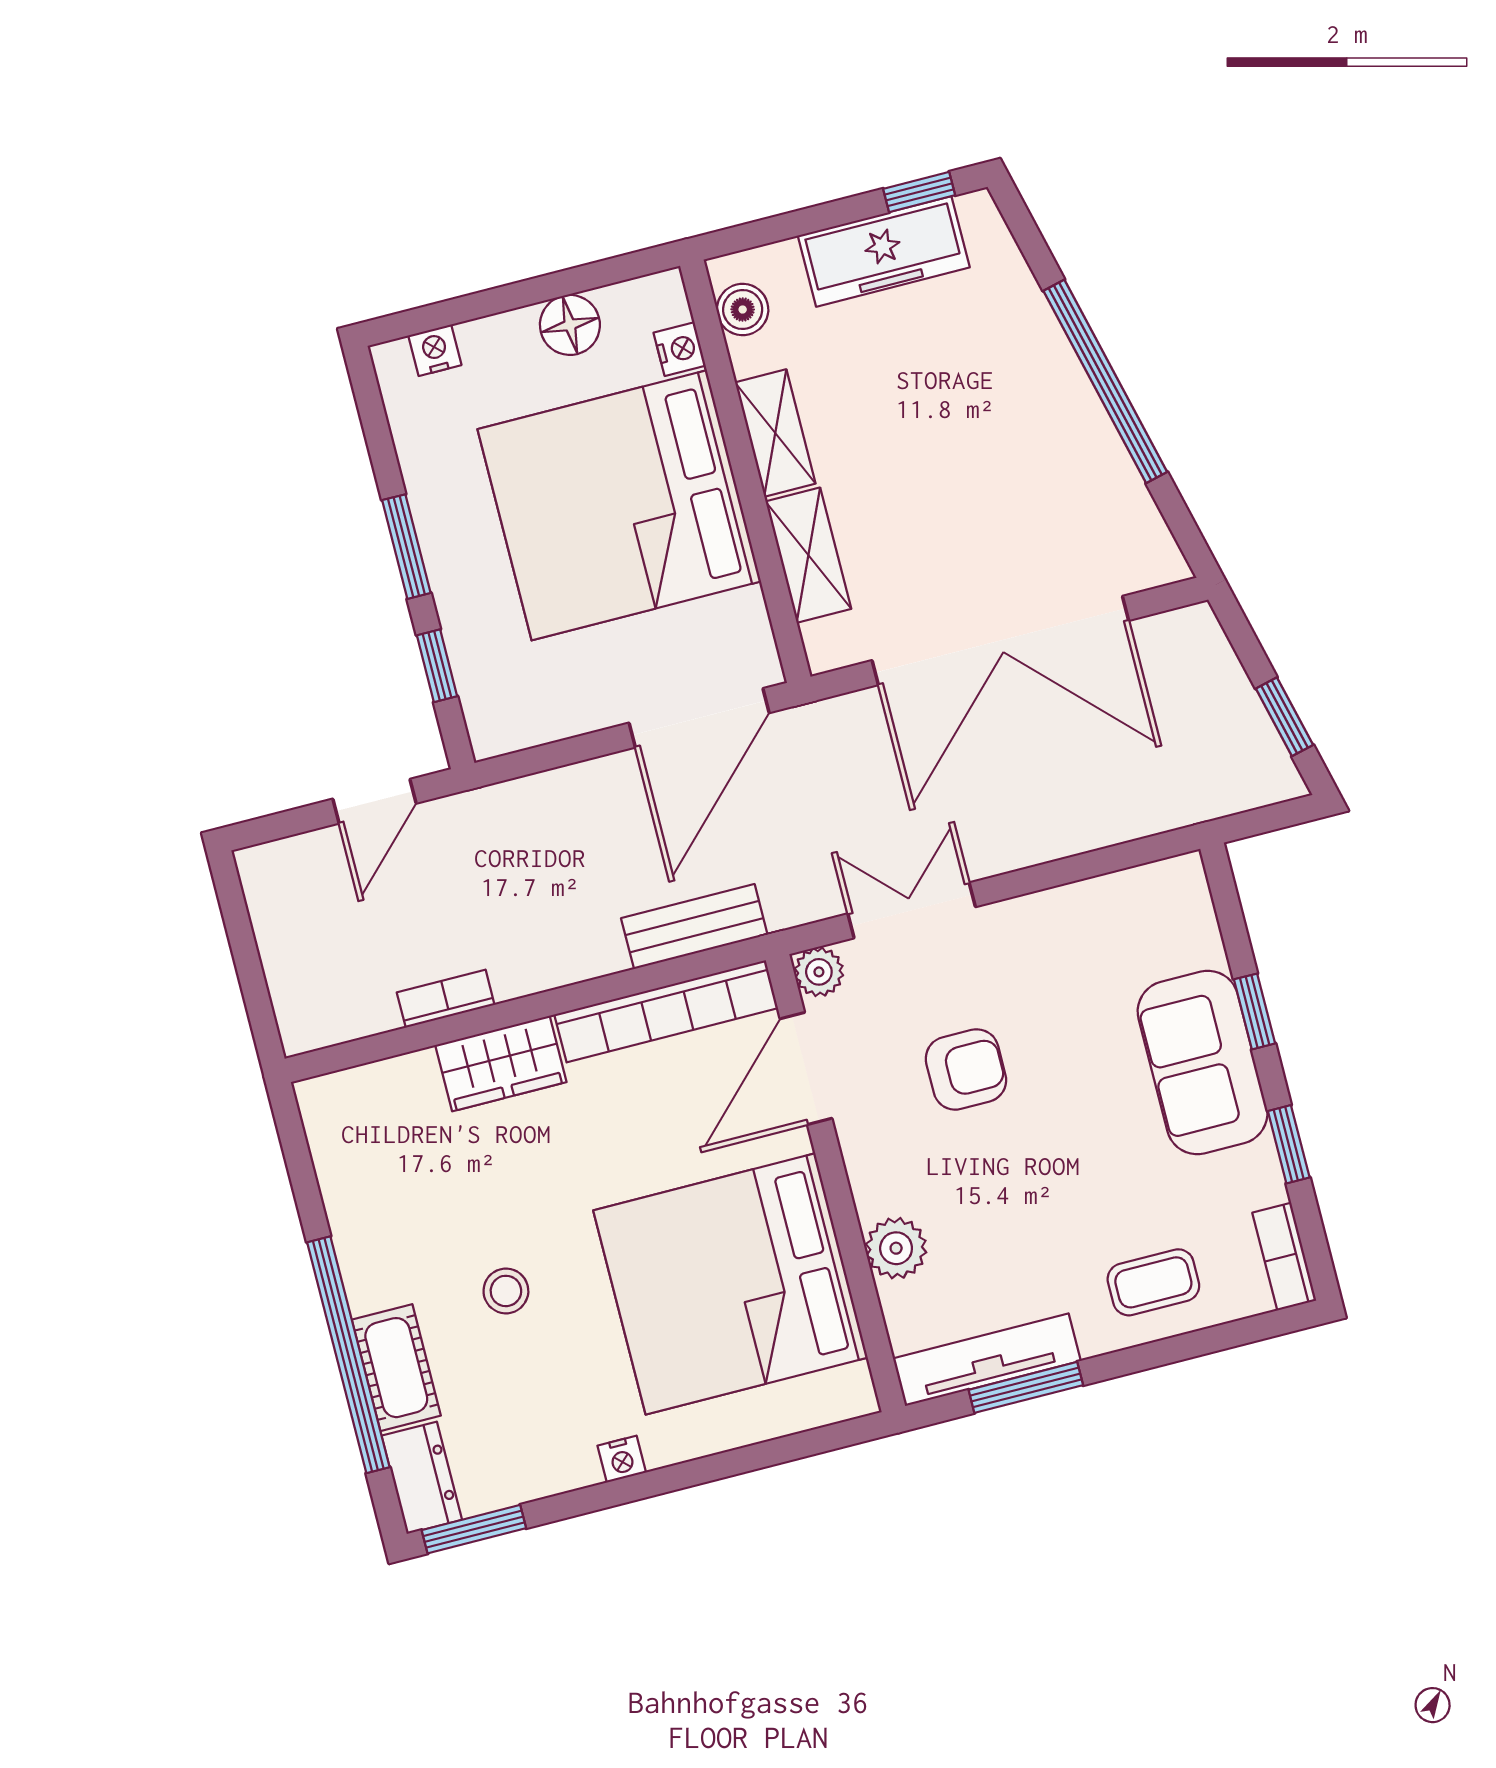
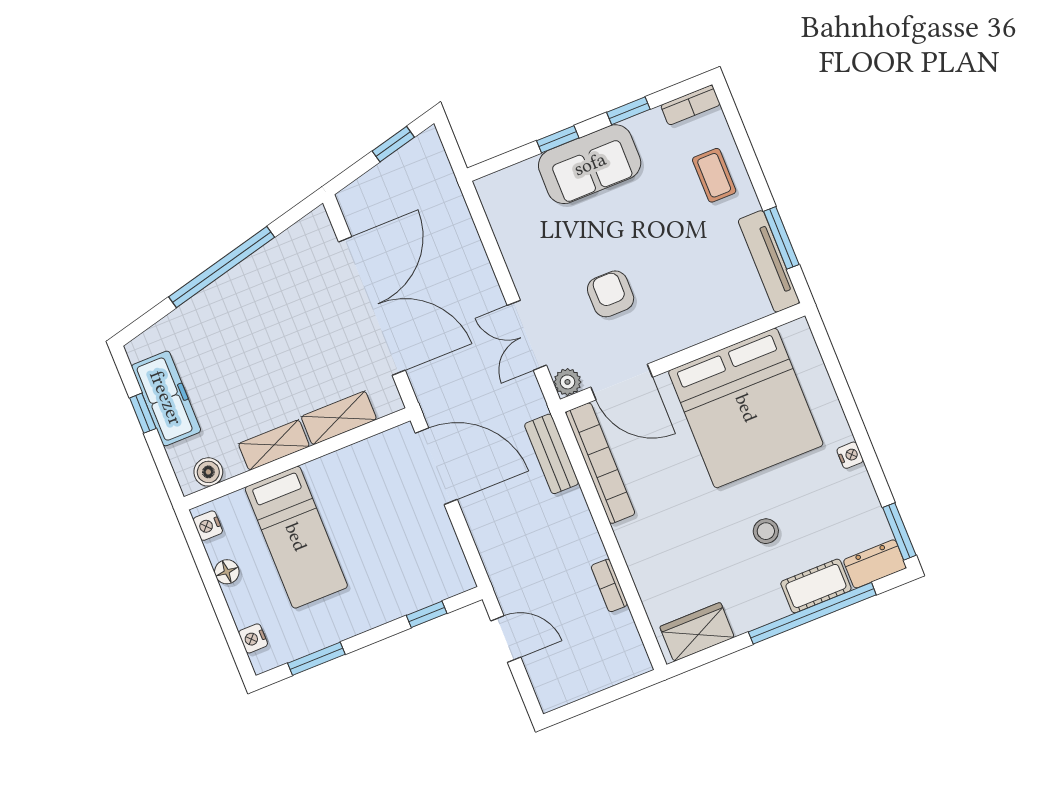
window: (919, 192) -> (143, 413), moved
floor lamp: (570, 325) -> (227, 572), width x0.73, depth x0.73
nightstand: (680, 349) -> (208, 526), moved, turned -90
bed: (619, 505) -> (296, 537), width x0.49
window: (406, 547) -> (316, 659), moved
wardrobe: (501, 1064) -> (697, 632), moved, turned -90
plant: (896, 1248) -> (714, 319), removed

